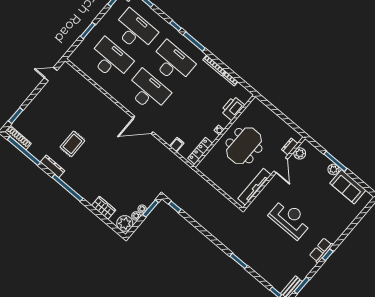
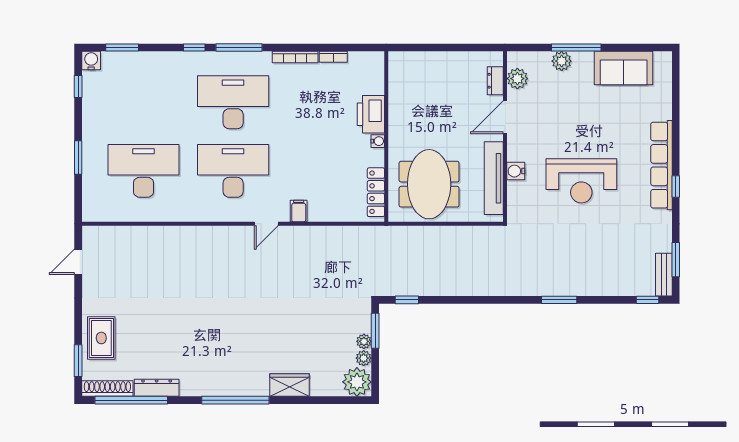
desk: (135, 31) -> (144, 102), removed
printer: (233, 108) -> (371, 114), moved
door: (143, 125) -> (266, 224), width x0.53
rug: (72, 144) -> (101, 338), moved
filing cabinet: (177, 145) -> (299, 211), moved
meeting table: (244, 146) -> (429, 184), moved
door: (281, 165) -> (505, 117), swing flipped
dresser: (52, 166) -> (157, 388), moved
plant: (333, 169) -> (562, 61), moved
water cooler: (266, 192) -> (516, 171), added
wardrobe: (104, 208) -> (290, 385), moved
reception desk: (290, 219) -> (581, 181), turned 180
row of seats: (321, 250) -> (661, 165), width x2.02

